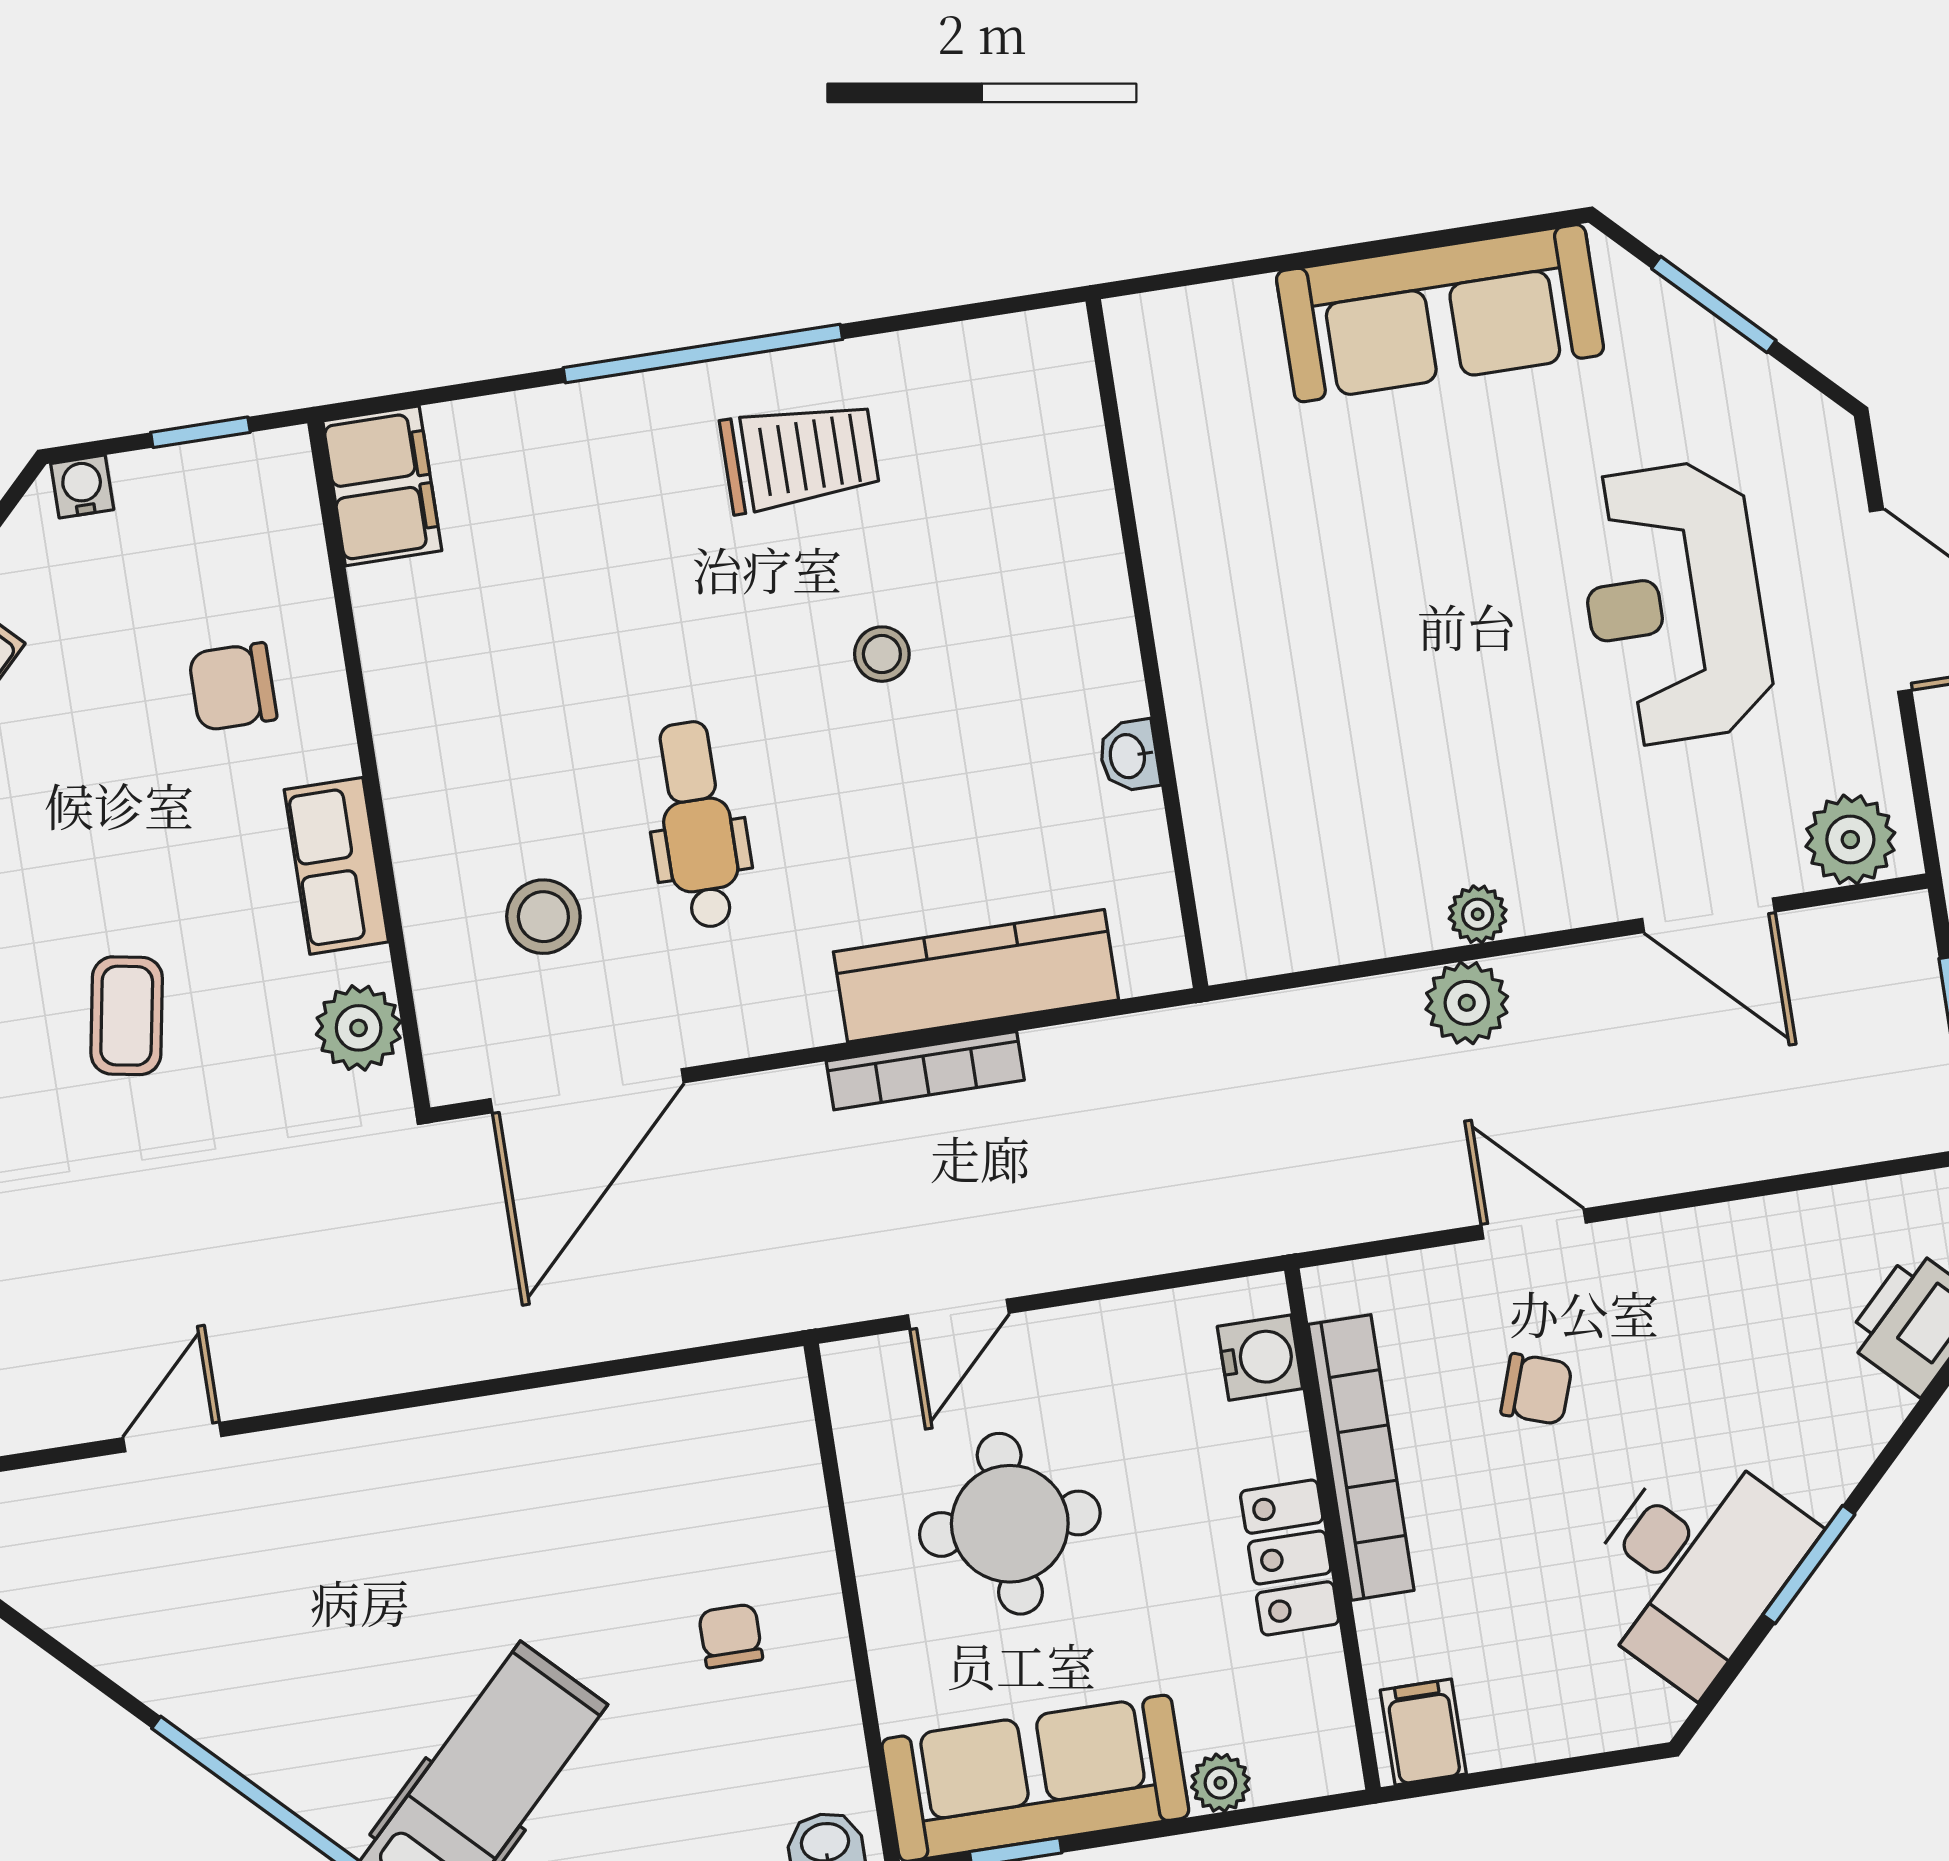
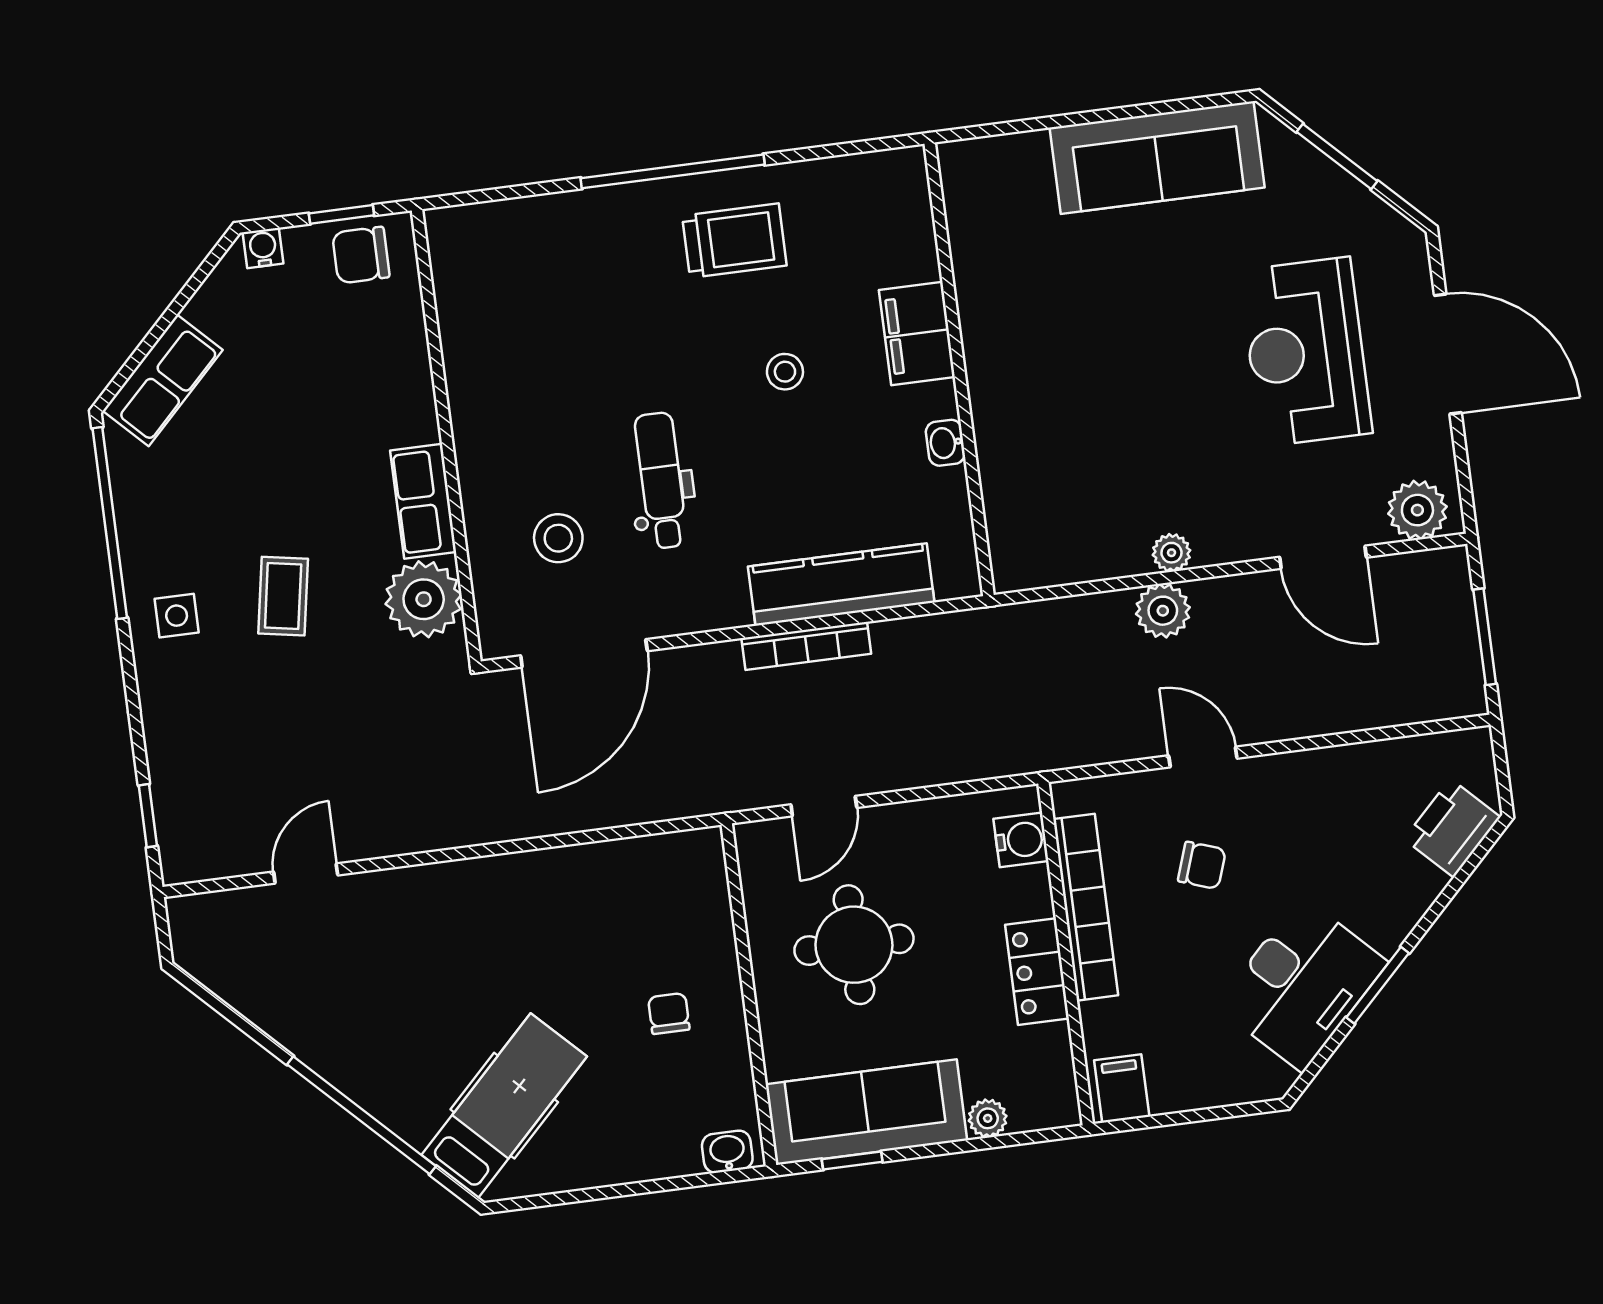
filing cabinet: (382, 486) -> (917, 334), moved, turned 180
chair: (233, 687) -> (361, 255), moved
plant: (359, 1028) -> (424, 599), width x1.36, depth x1.36

